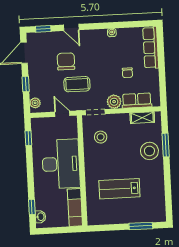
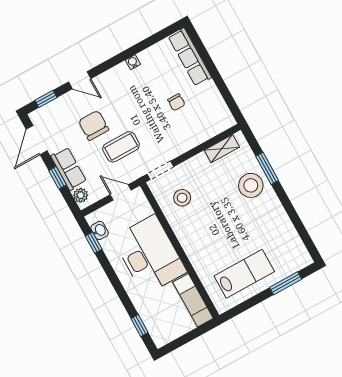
row of seats: (137, 101) -> (69, 169), moved, turned 90
plant: (114, 102) -> (177, 146), removed
lab bench: (119, 189) -> (244, 274), moved, turned 180
washbasin: (40, 217) -> (100, 230), moved

